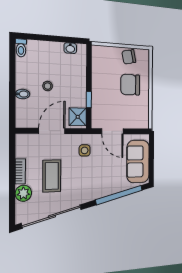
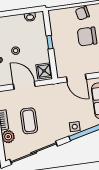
window: (89, 100) -> (50, 42), moved
door: (52, 131) -> (24, 85), hinge flipped
side table: (85, 150) -> (75, 127), moved

